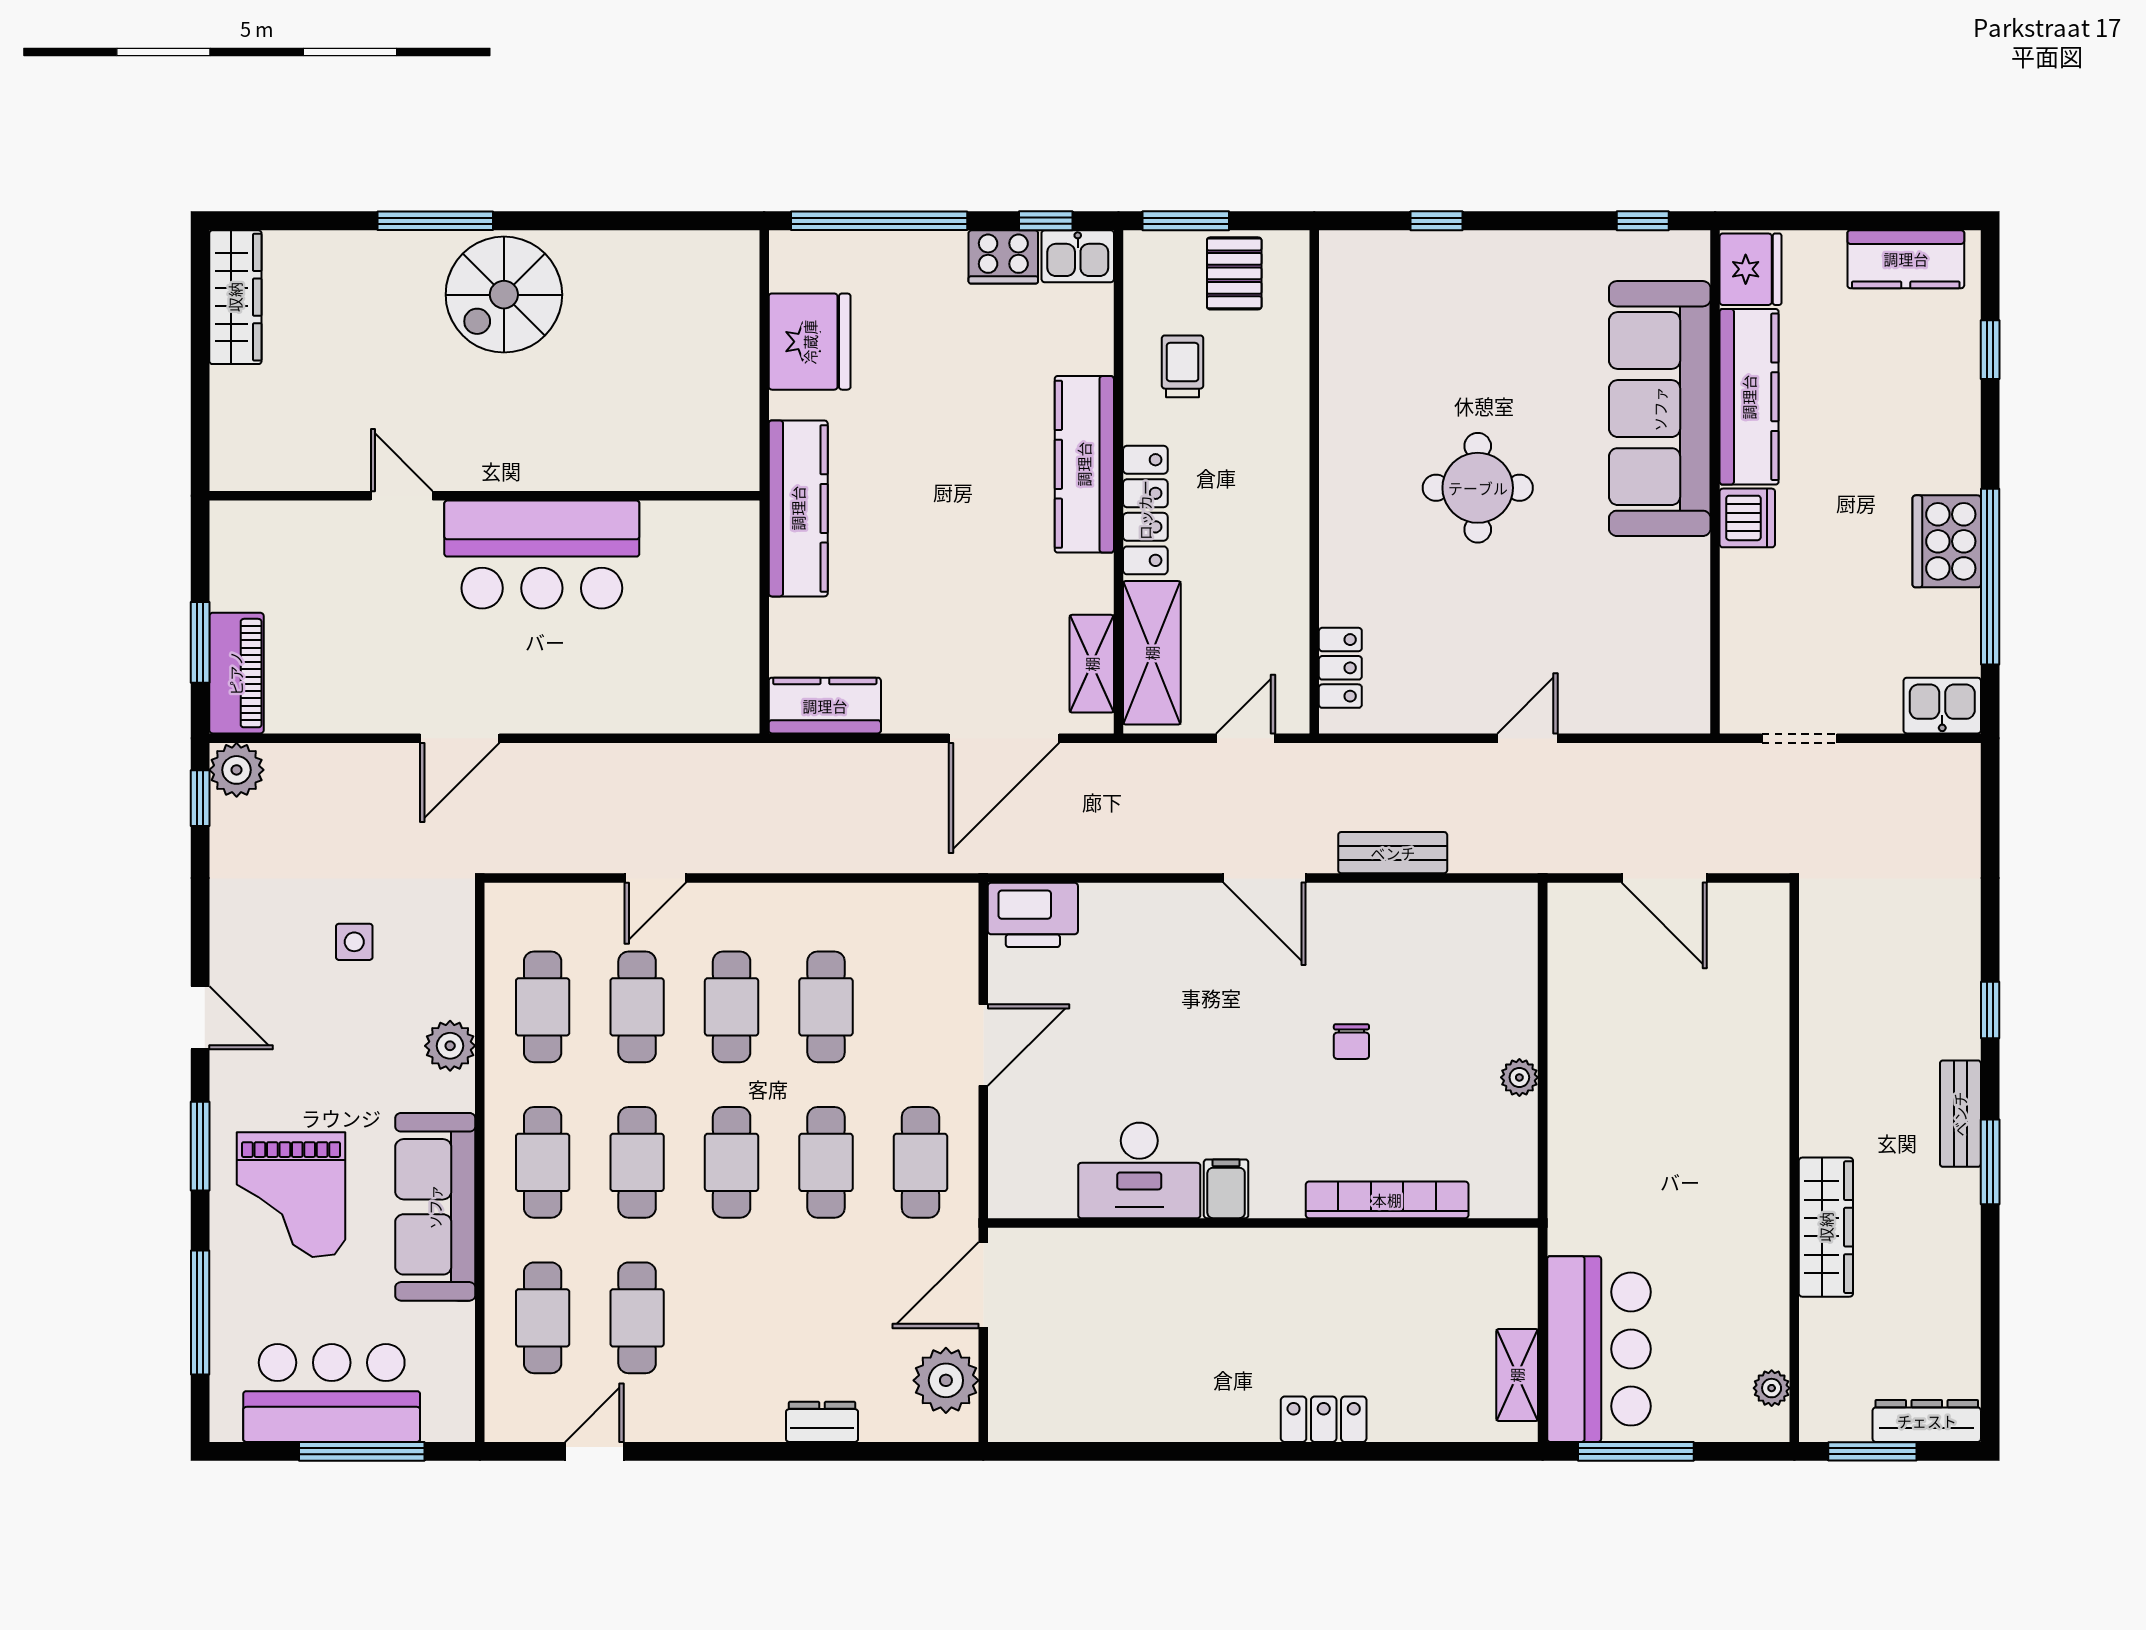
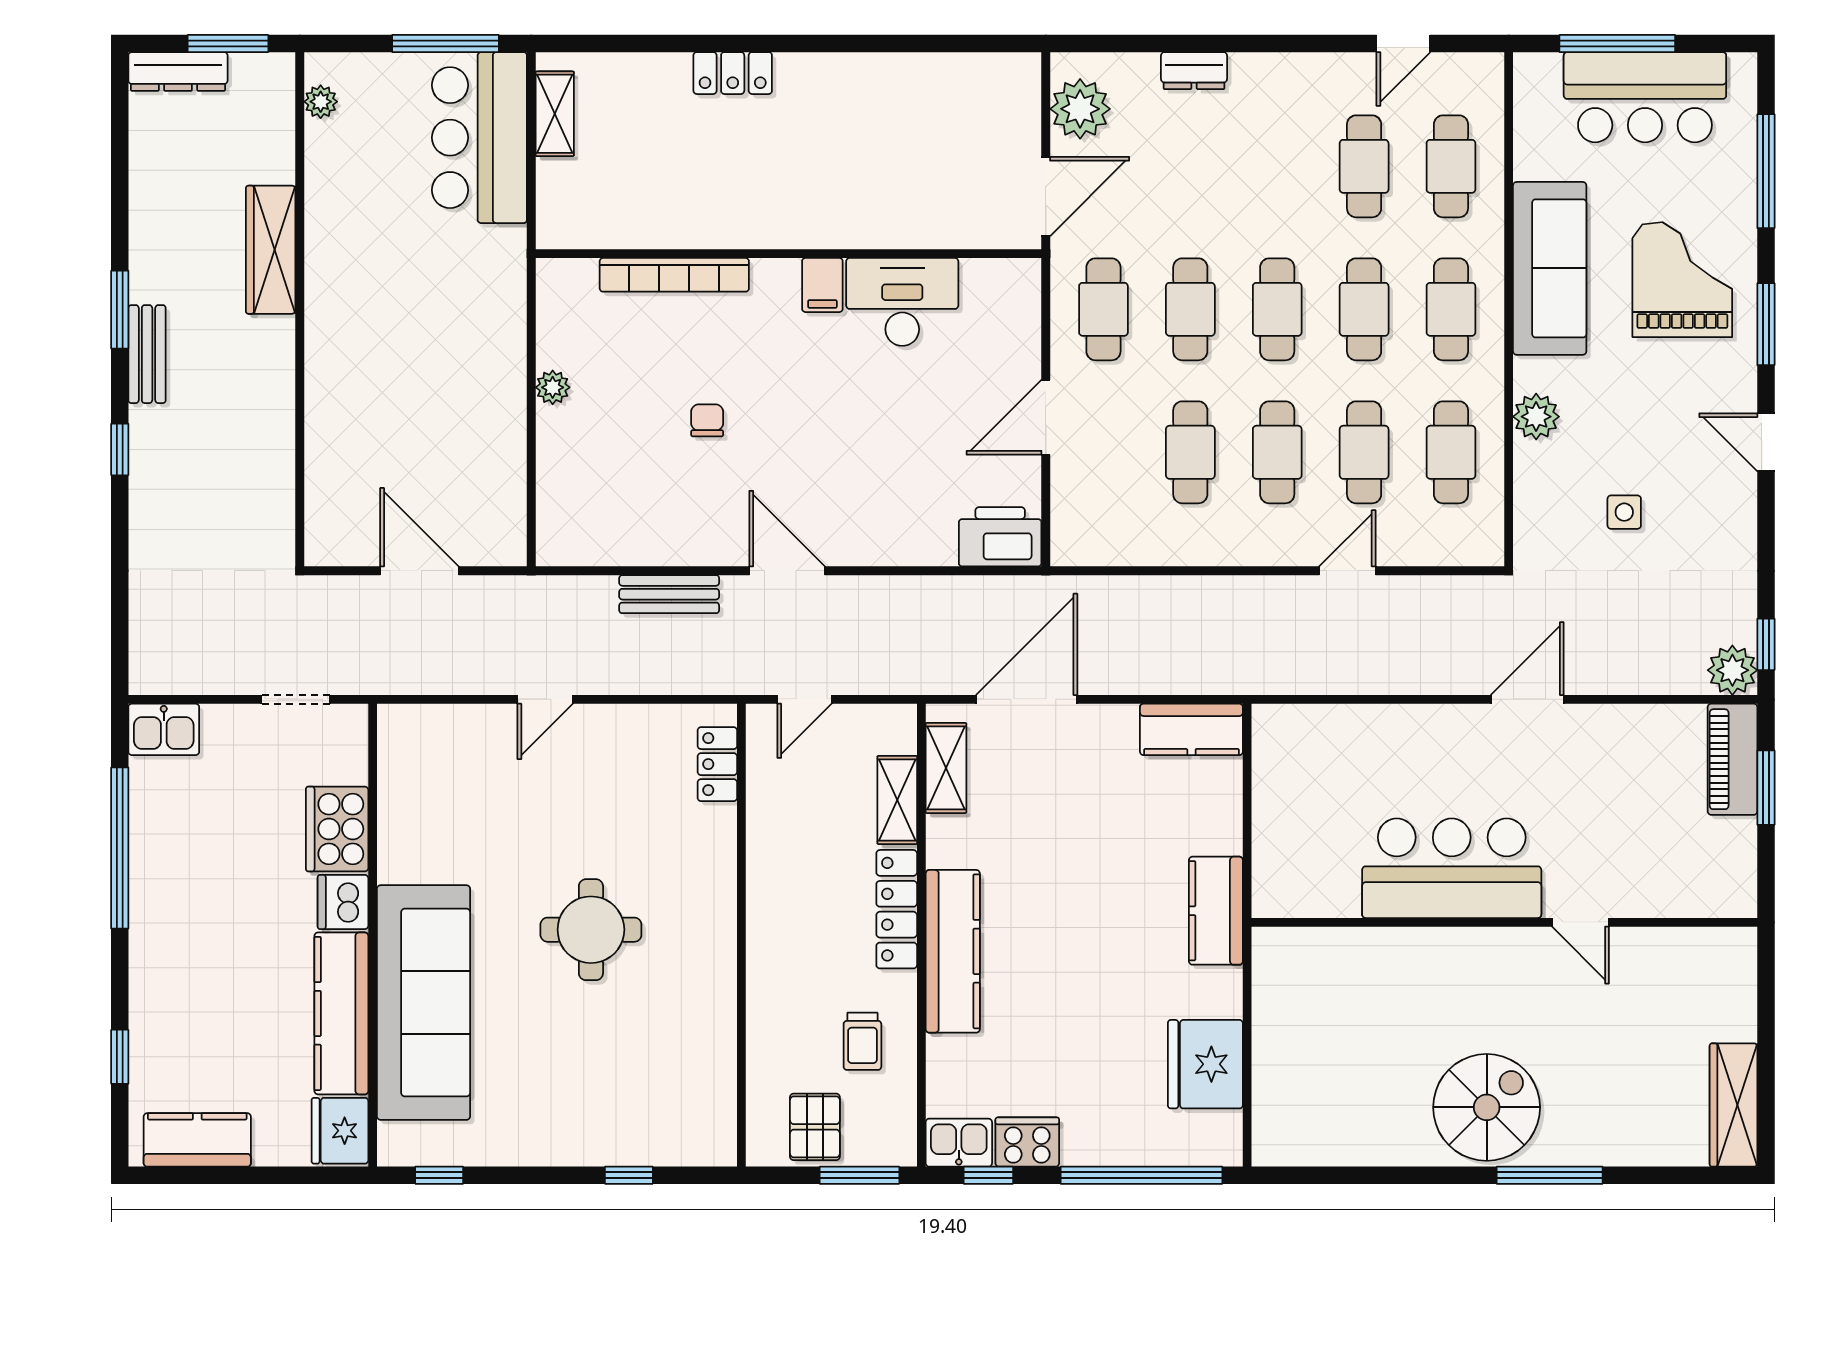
kitchen counter: (798, 508) -> (1216, 911), width x0.67
cooker: (1947, 541) -> (337, 829), moved, turned 180
shelving: (1152, 653) -> (897, 800), width x0.67, depth x0.75

